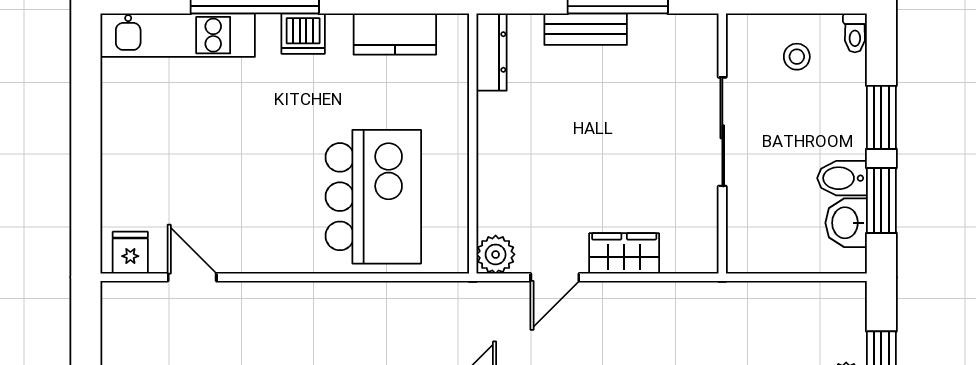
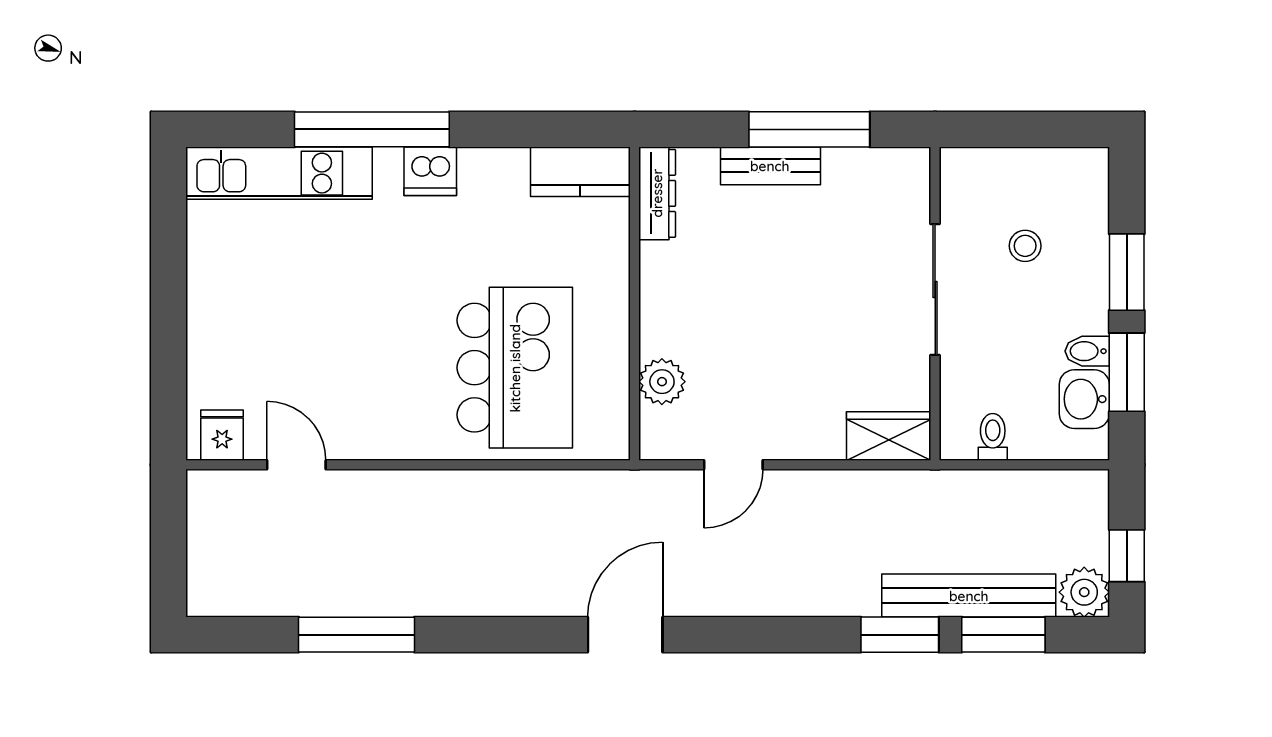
toilet: (855, 33) -> (993, 437), moved, turned 180
kitchen counter: (395, 34) -> (580, 172), moved
stool: (797, 57) -> (1025, 246), moved
bidet: (842, 178) -> (1087, 351), width x0.72, depth x0.74
wardrobe: (624, 253) -> (889, 436), moved
plant: (496, 254) -> (662, 382), moved

